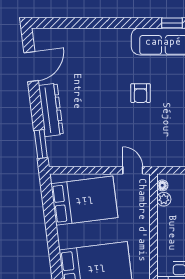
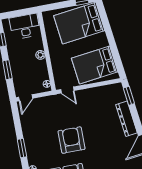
armchair: (141, 93) -> (72, 140), width x1.88, depth x1.88
plant: (164, 199) -> (40, 55), moved

